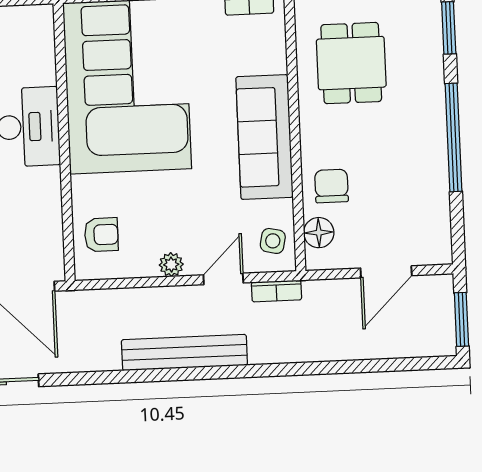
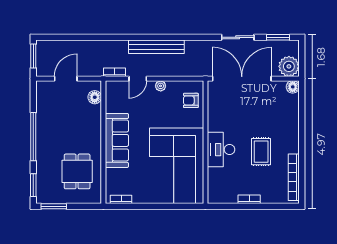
chair: (331, 186) -> (88, 118), removed
side table: (273, 241) -> (115, 94), removed

